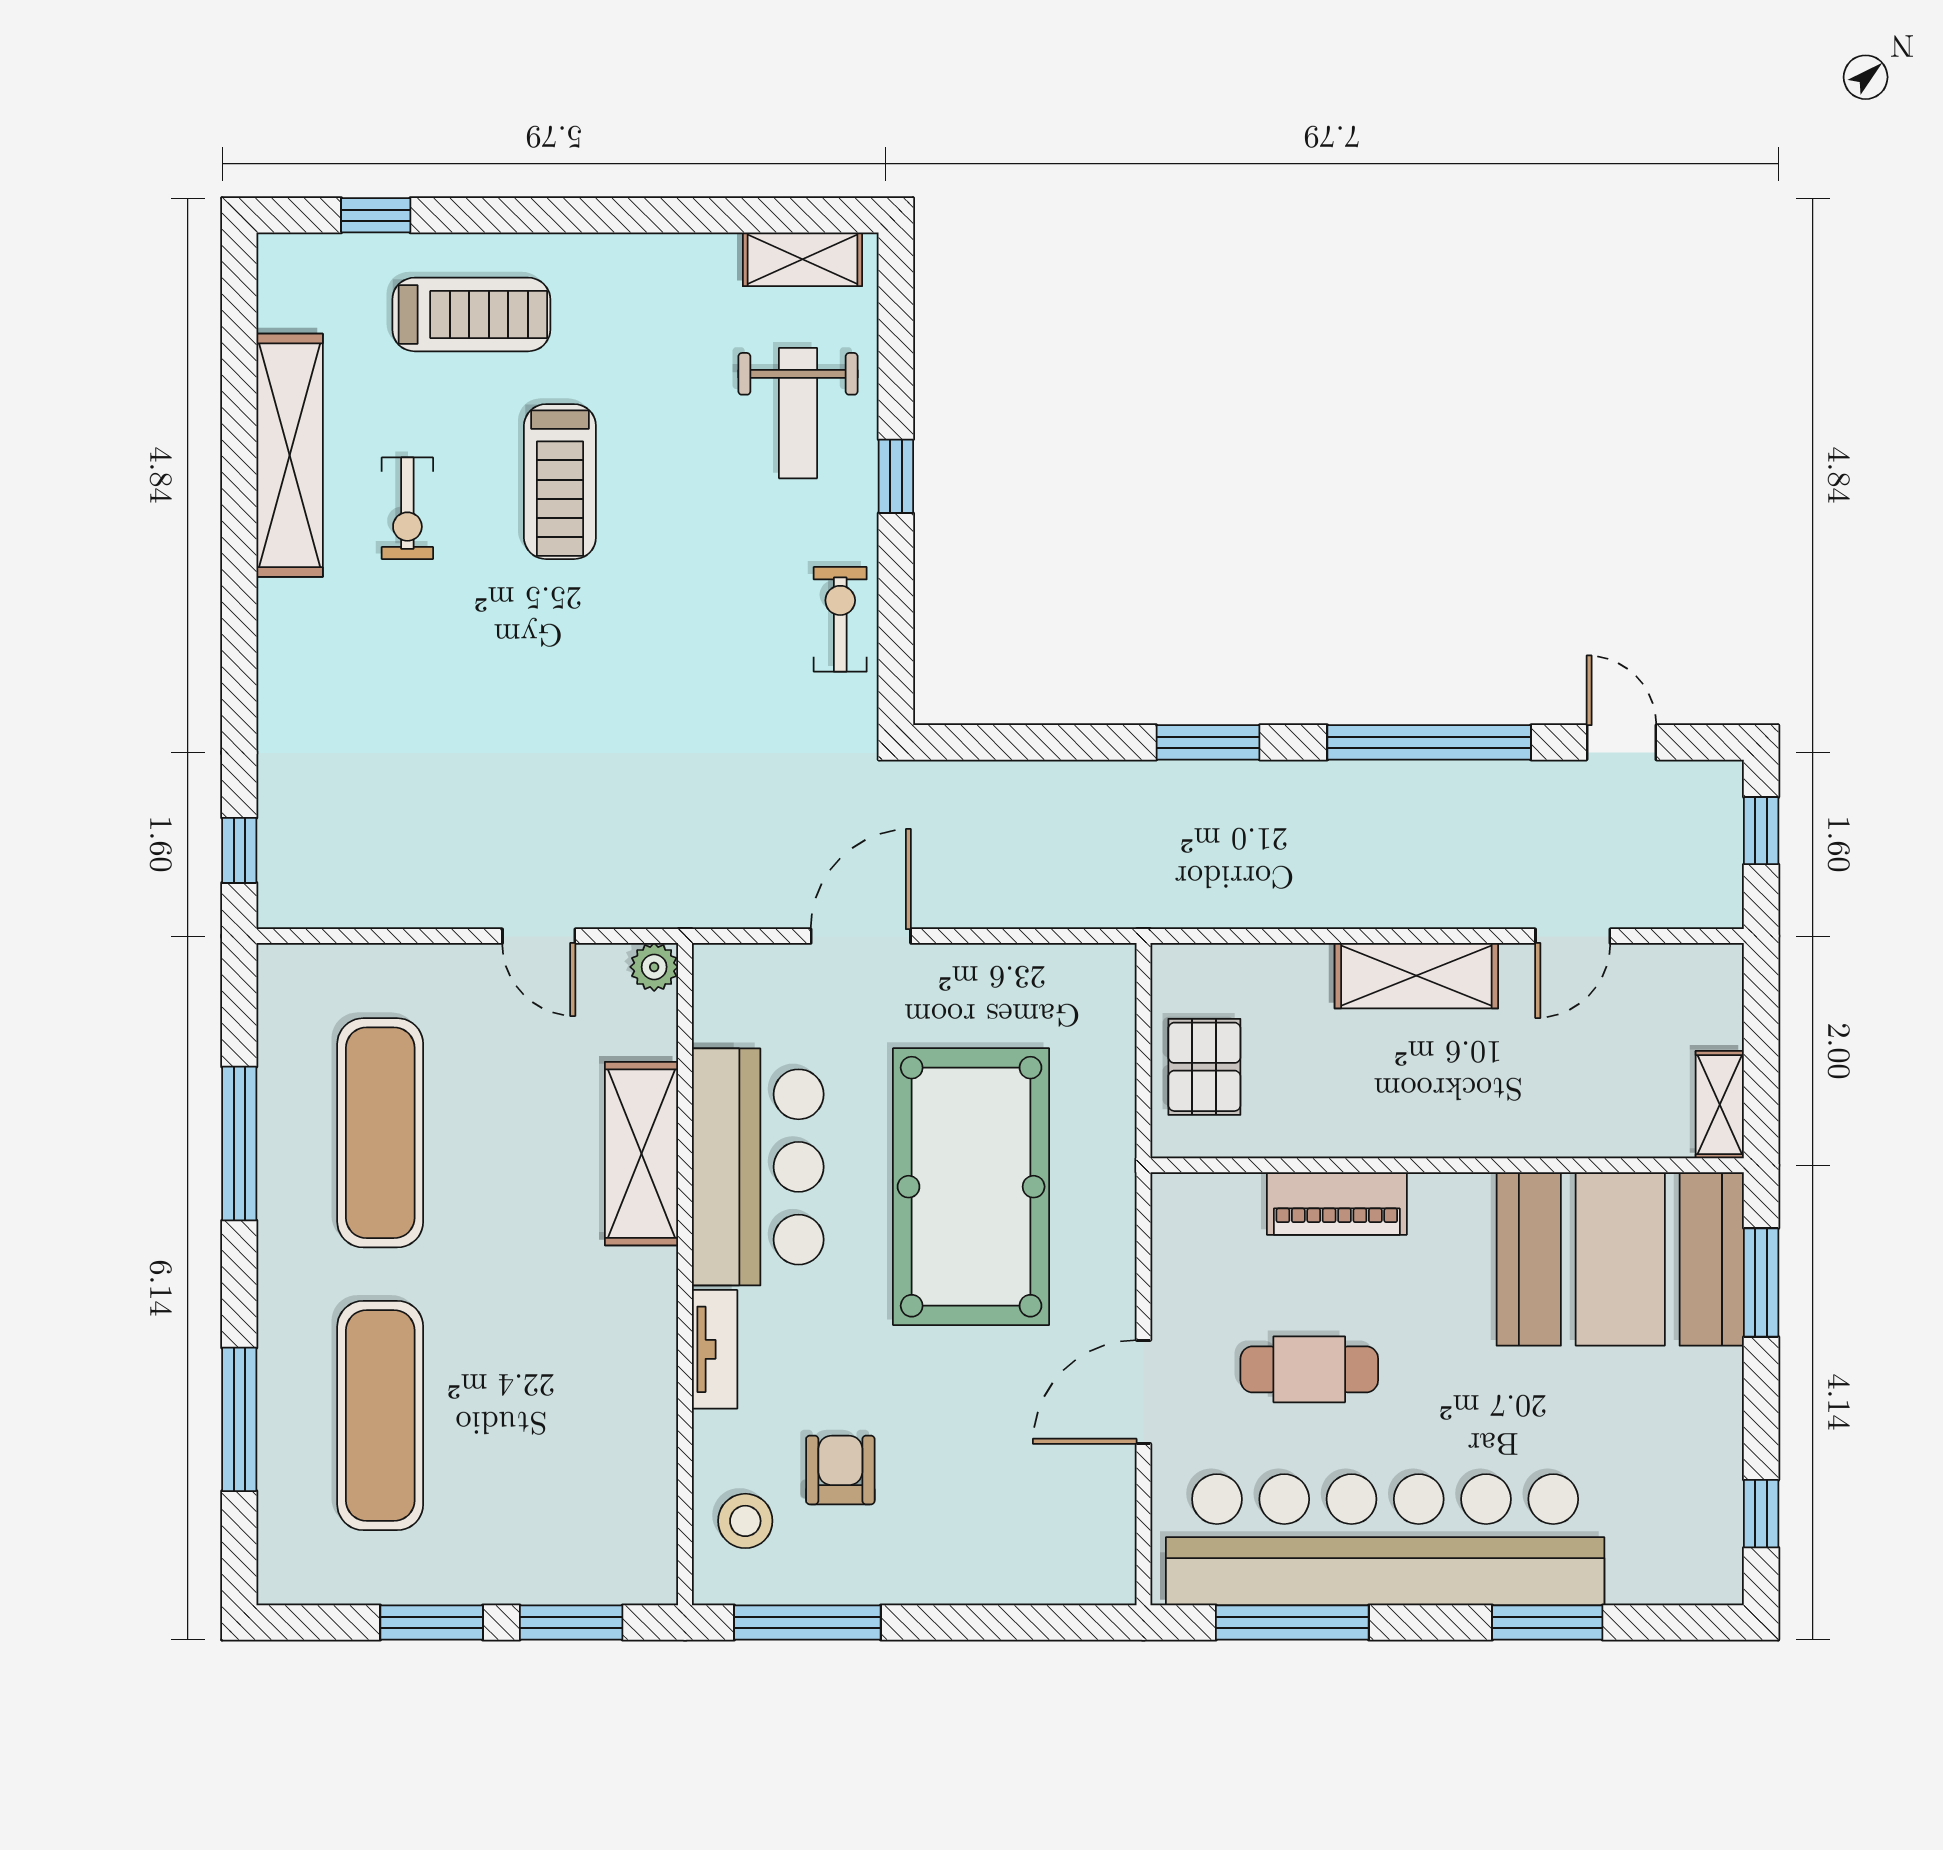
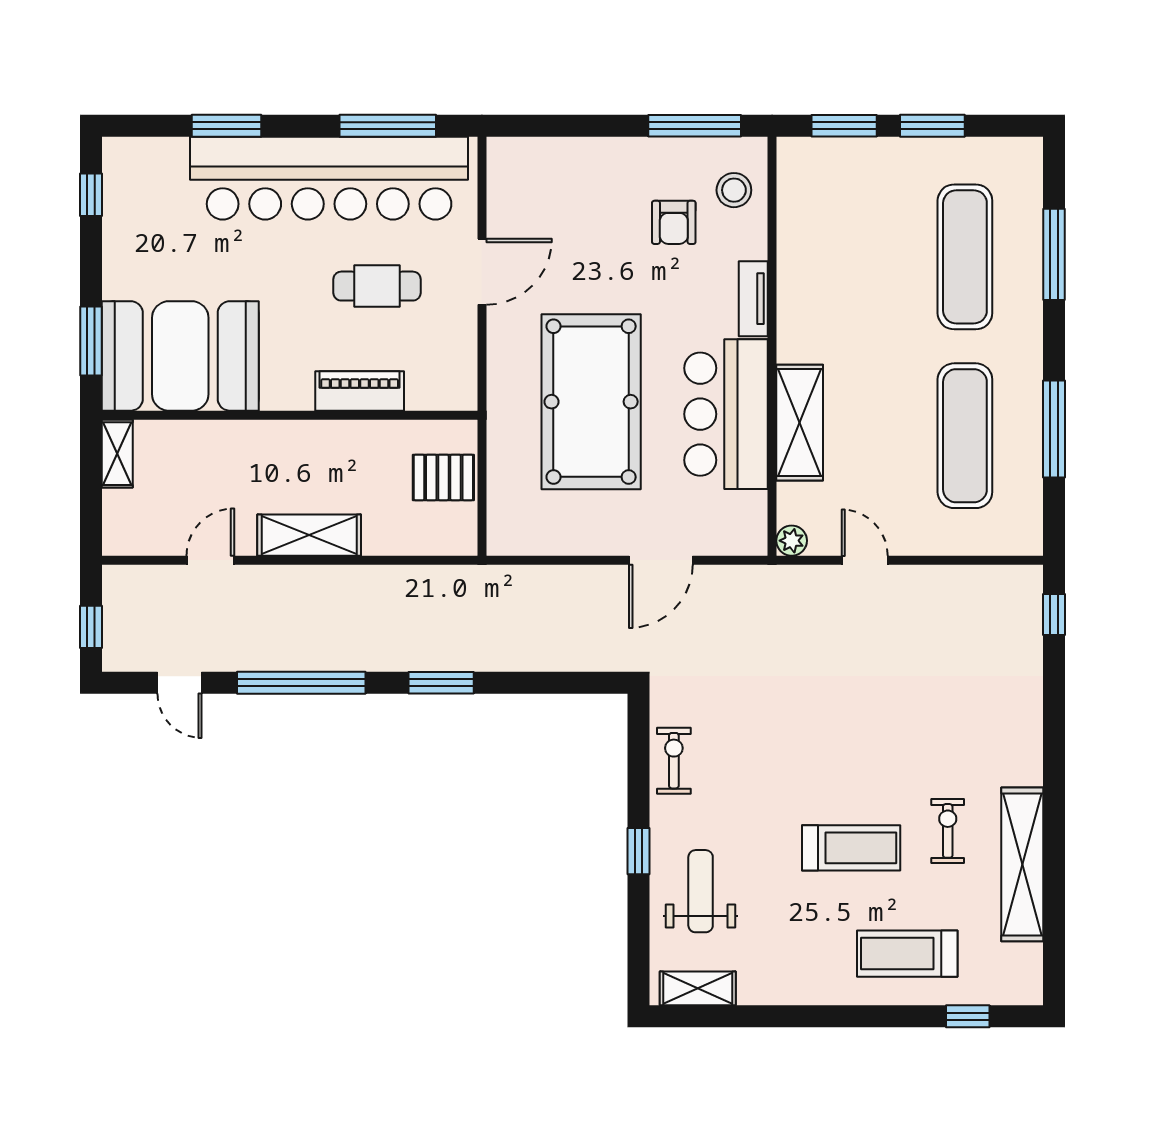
treadmill: (560, 482) -> (851, 848), turned 90
exercise bike: (840, 619) -> (674, 761), turned 180
pallet: (1204, 1067) -> (443, 477), turned 90

